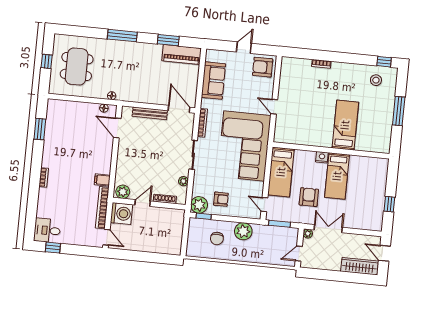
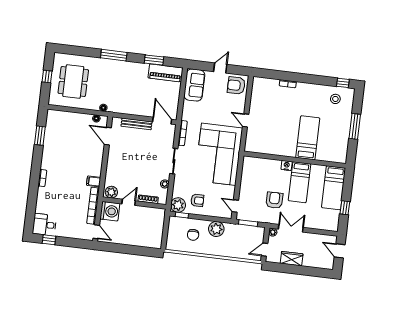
sofa: (213, 81) -> (194, 85), moved
bed: (281, 172) -> (334, 188), moved
wardrobe: (360, 266) -> (292, 259), moved, width x0.67

